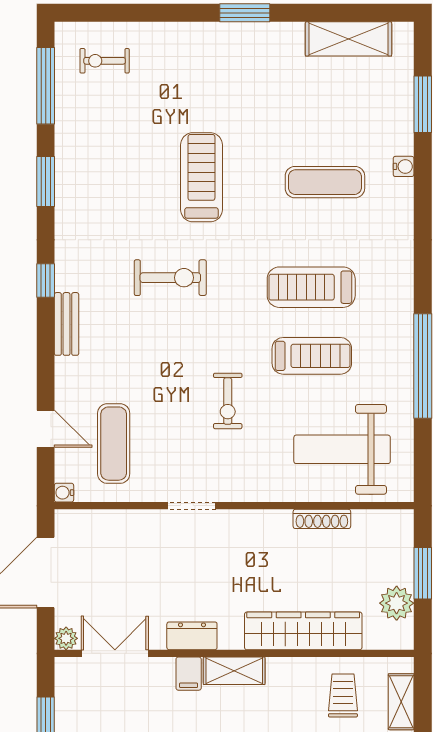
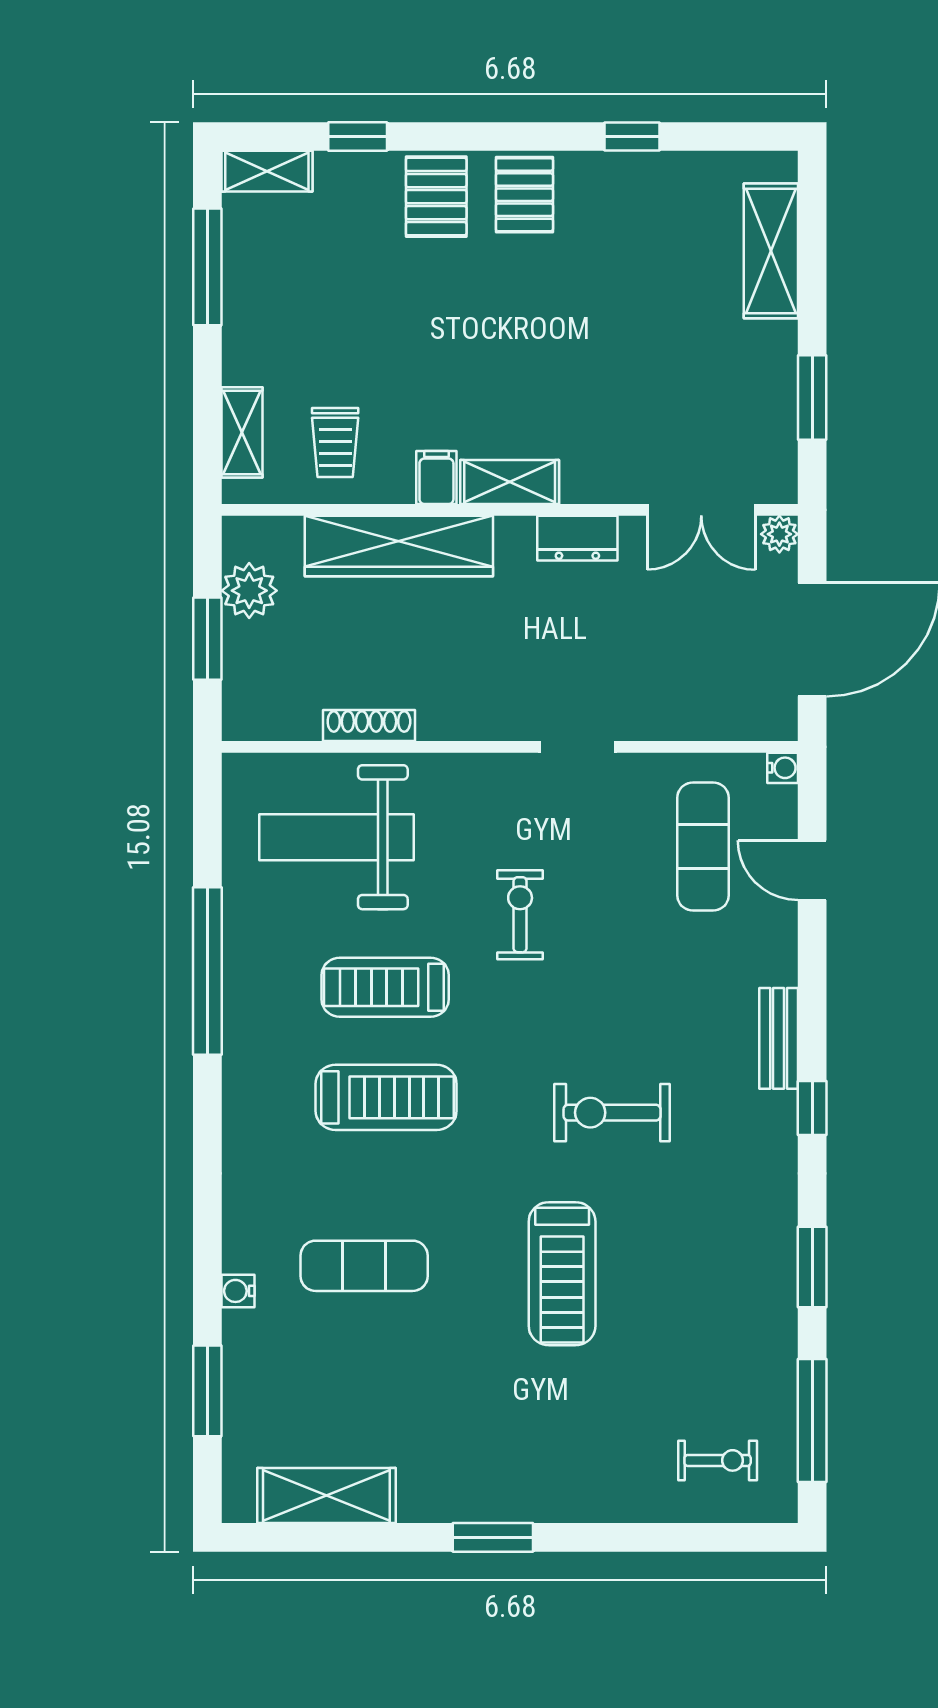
weight bench: (342, 449) -> (337, 837), turned 180
filing cabinet: (189, 674) -> (436, 478), moved

